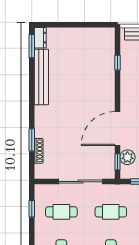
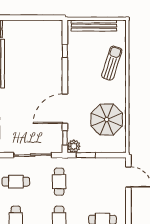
plant: (127, 157) -> (74, 146), moved
cafe table: (111, 212) -> (59, 182), turned 90

